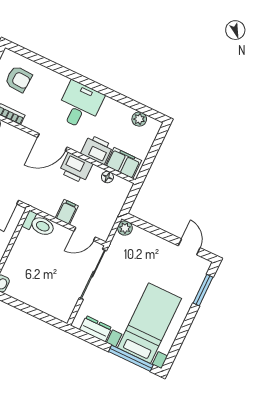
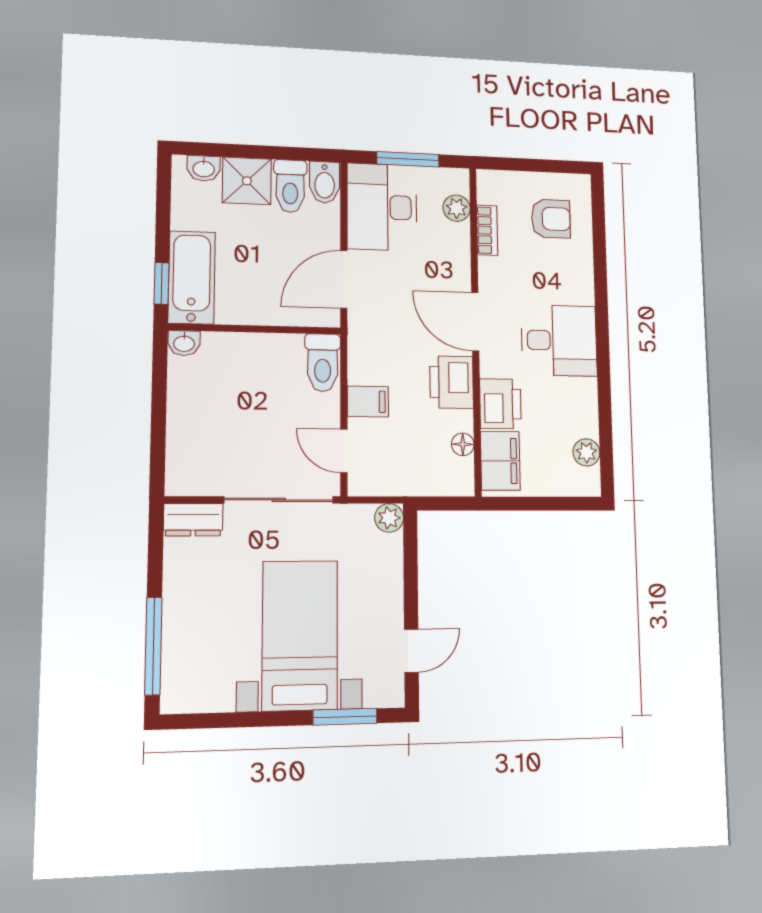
armchair: (18, 79) -> (551, 219), turned -93
bed with nightstands: (149, 323) -> (300, 635), moved, turned -90
dresser: (96, 329) -> (193, 520), moved, turned 90

